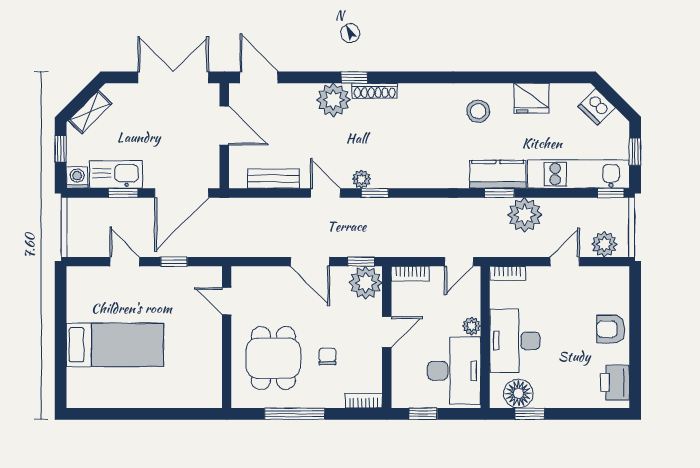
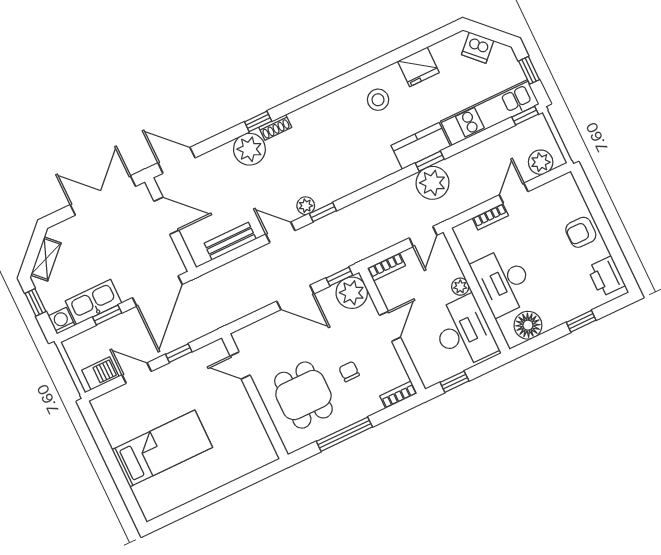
shoe rack: (375, 91) -> (275, 127), width x0.70
plant: (525, 215) -> (433, 183), moved
barbecue: (90, 245) -> (100, 373), added
bookcase: (508, 273) -> (490, 217), moved
window: (530, 414) -> (581, 321), moved

